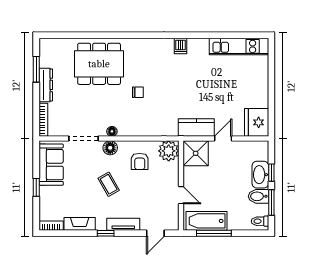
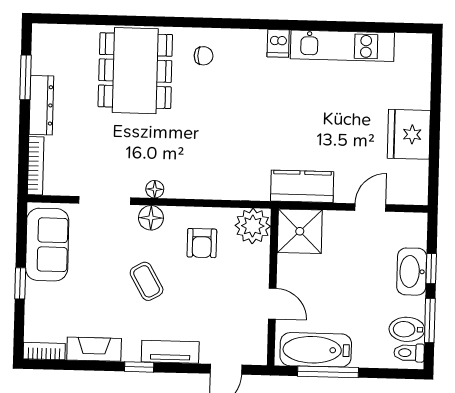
kitchen unit: (239, 46) -> (342, 46), moved
dining table: (99, 64) -> (135, 71), turned 90
chair: (138, 92) -> (204, 56), moved
fridge: (257, 122) -> (409, 134), moved
door: (223, 139) -> (370, 207), moved
bidet: (258, 196) -> (407, 329), moved

